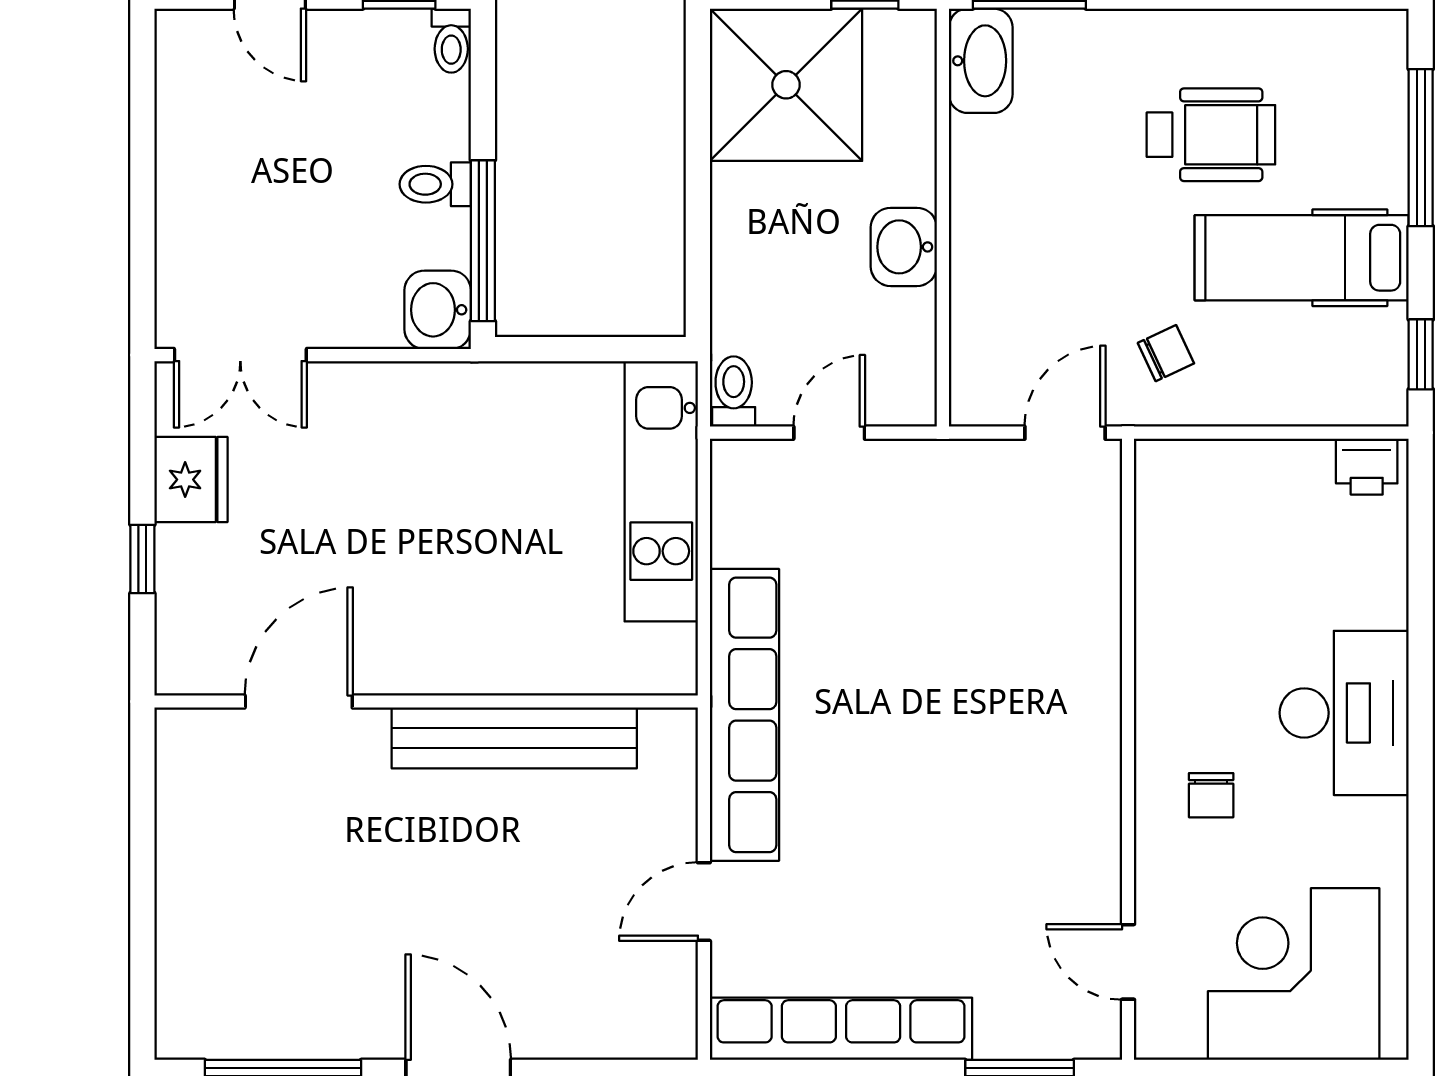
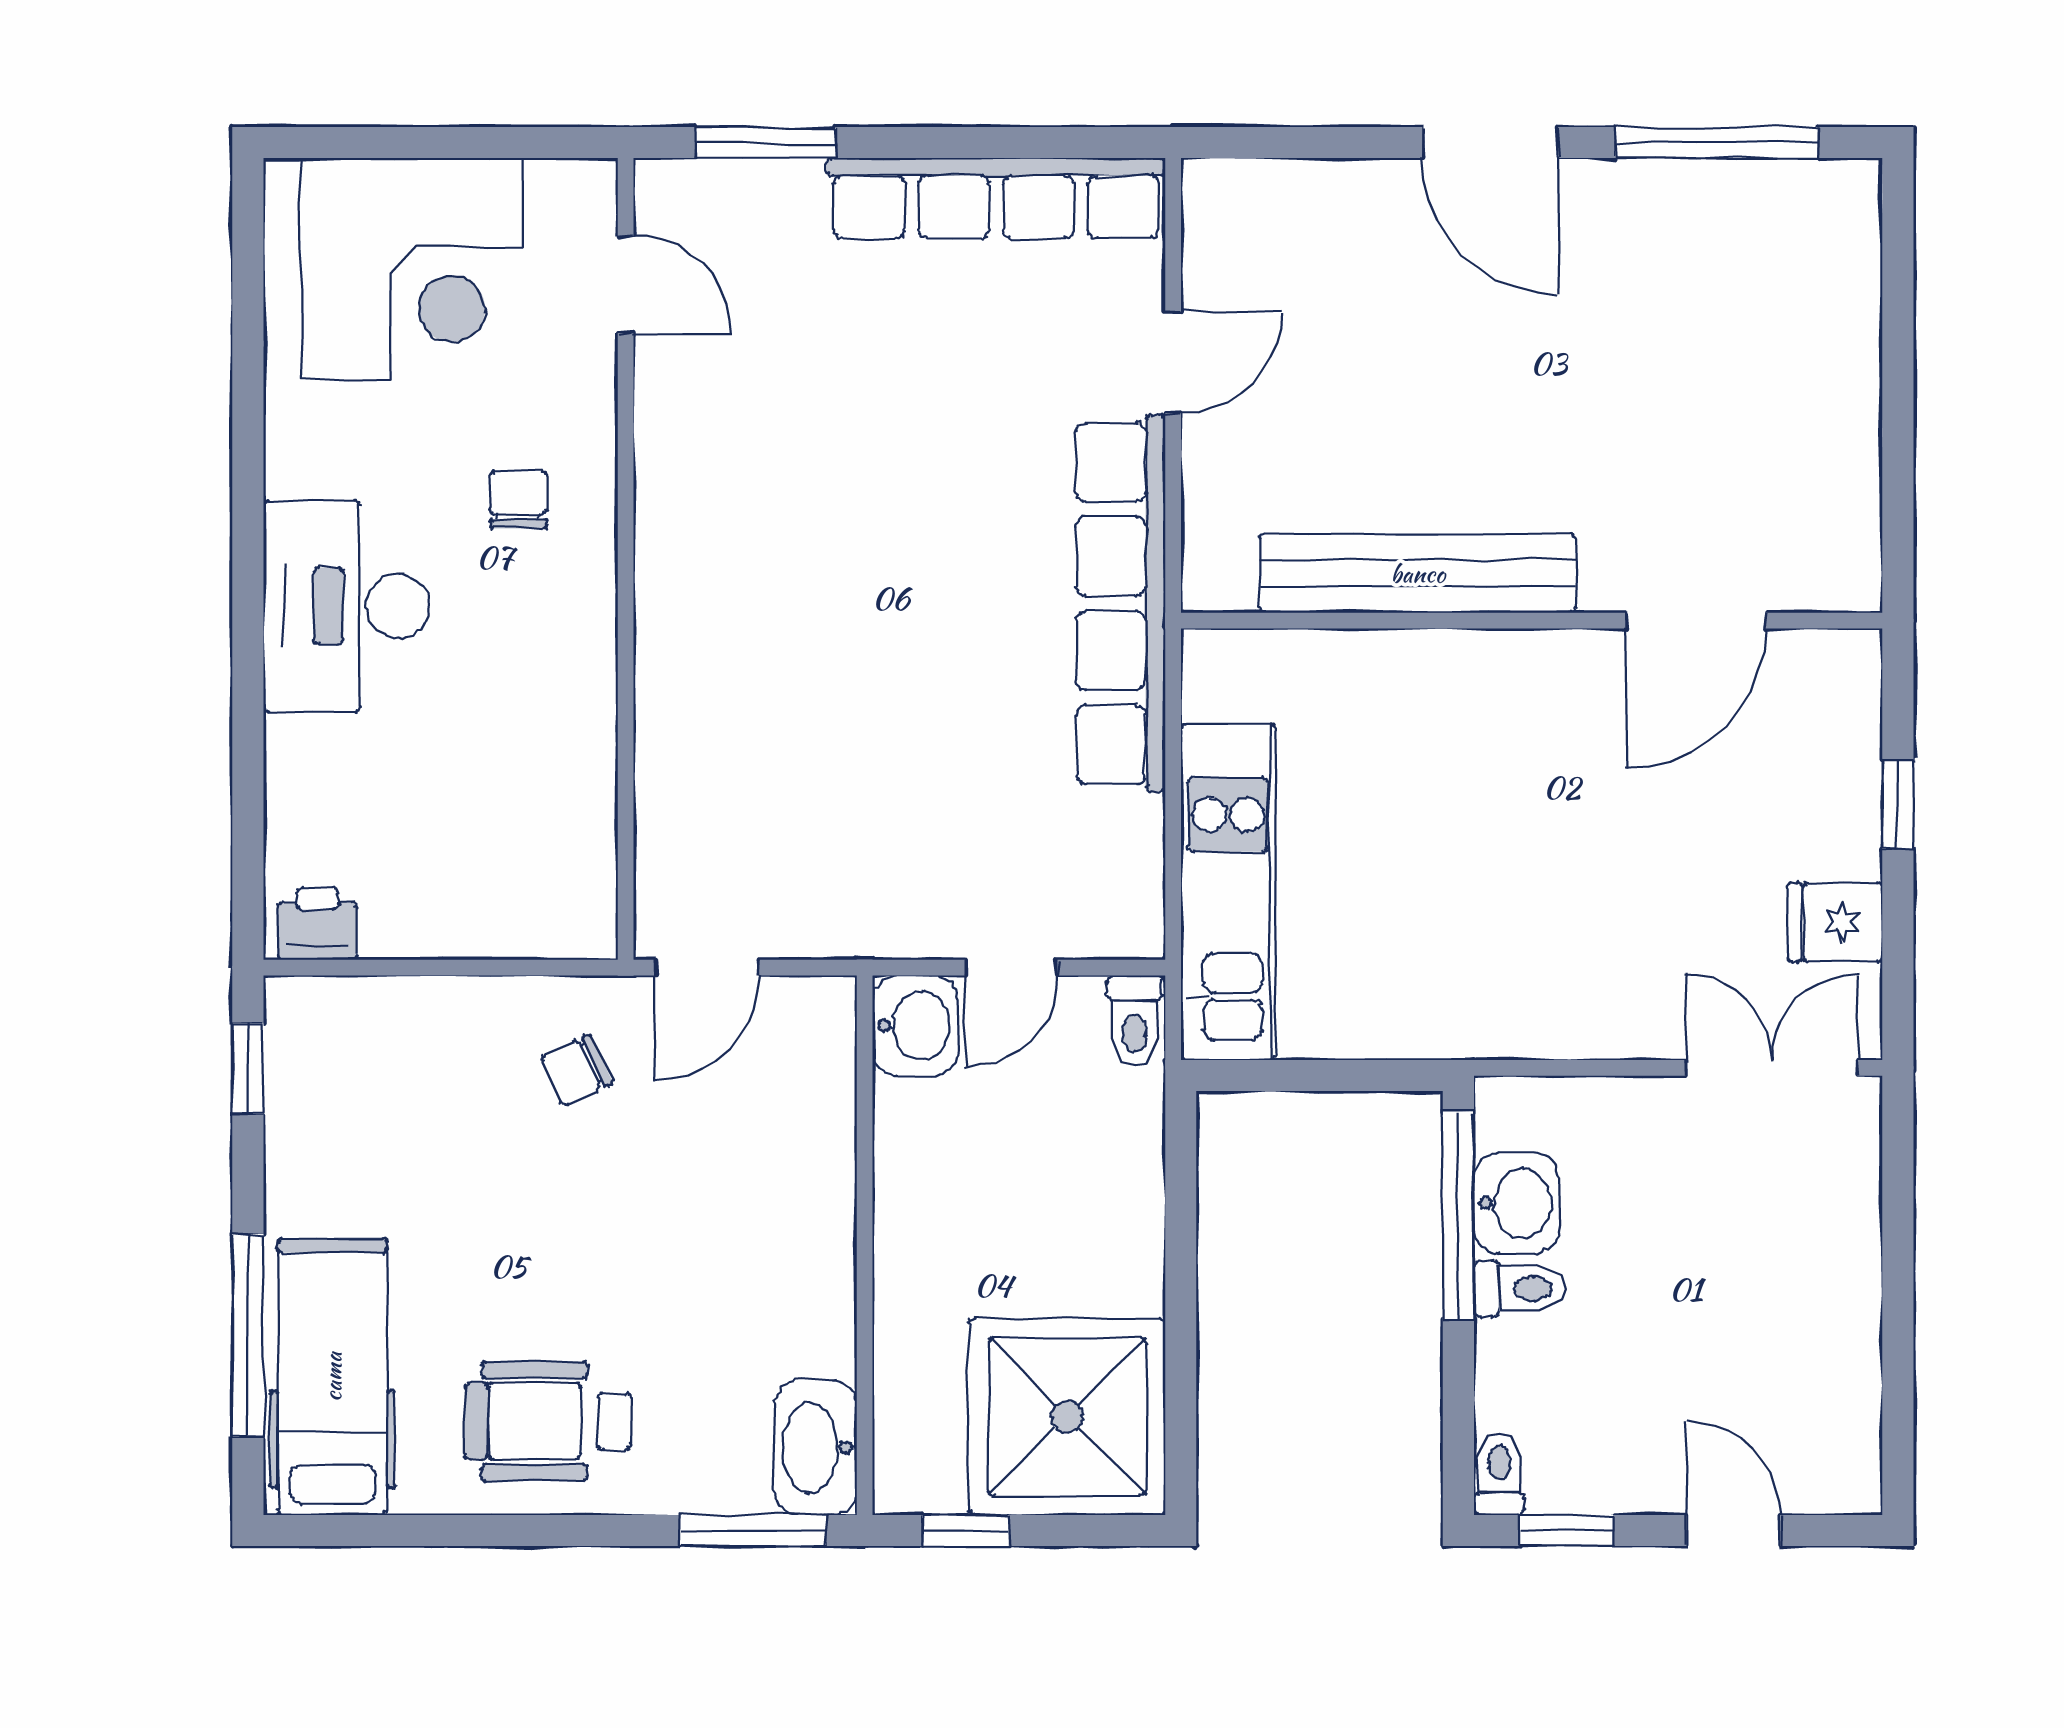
wheelchair: (1211, 135) -> (548, 1421), moved
washbasin: (904, 247) -> (915, 1026), moved
hospital bed: (1302, 258) -> (333, 1377), moved, turned -90
washbasin: (438, 310) -> (1517, 1203), moved
fridge: (191, 480) -> (1835, 922), width x0.72

